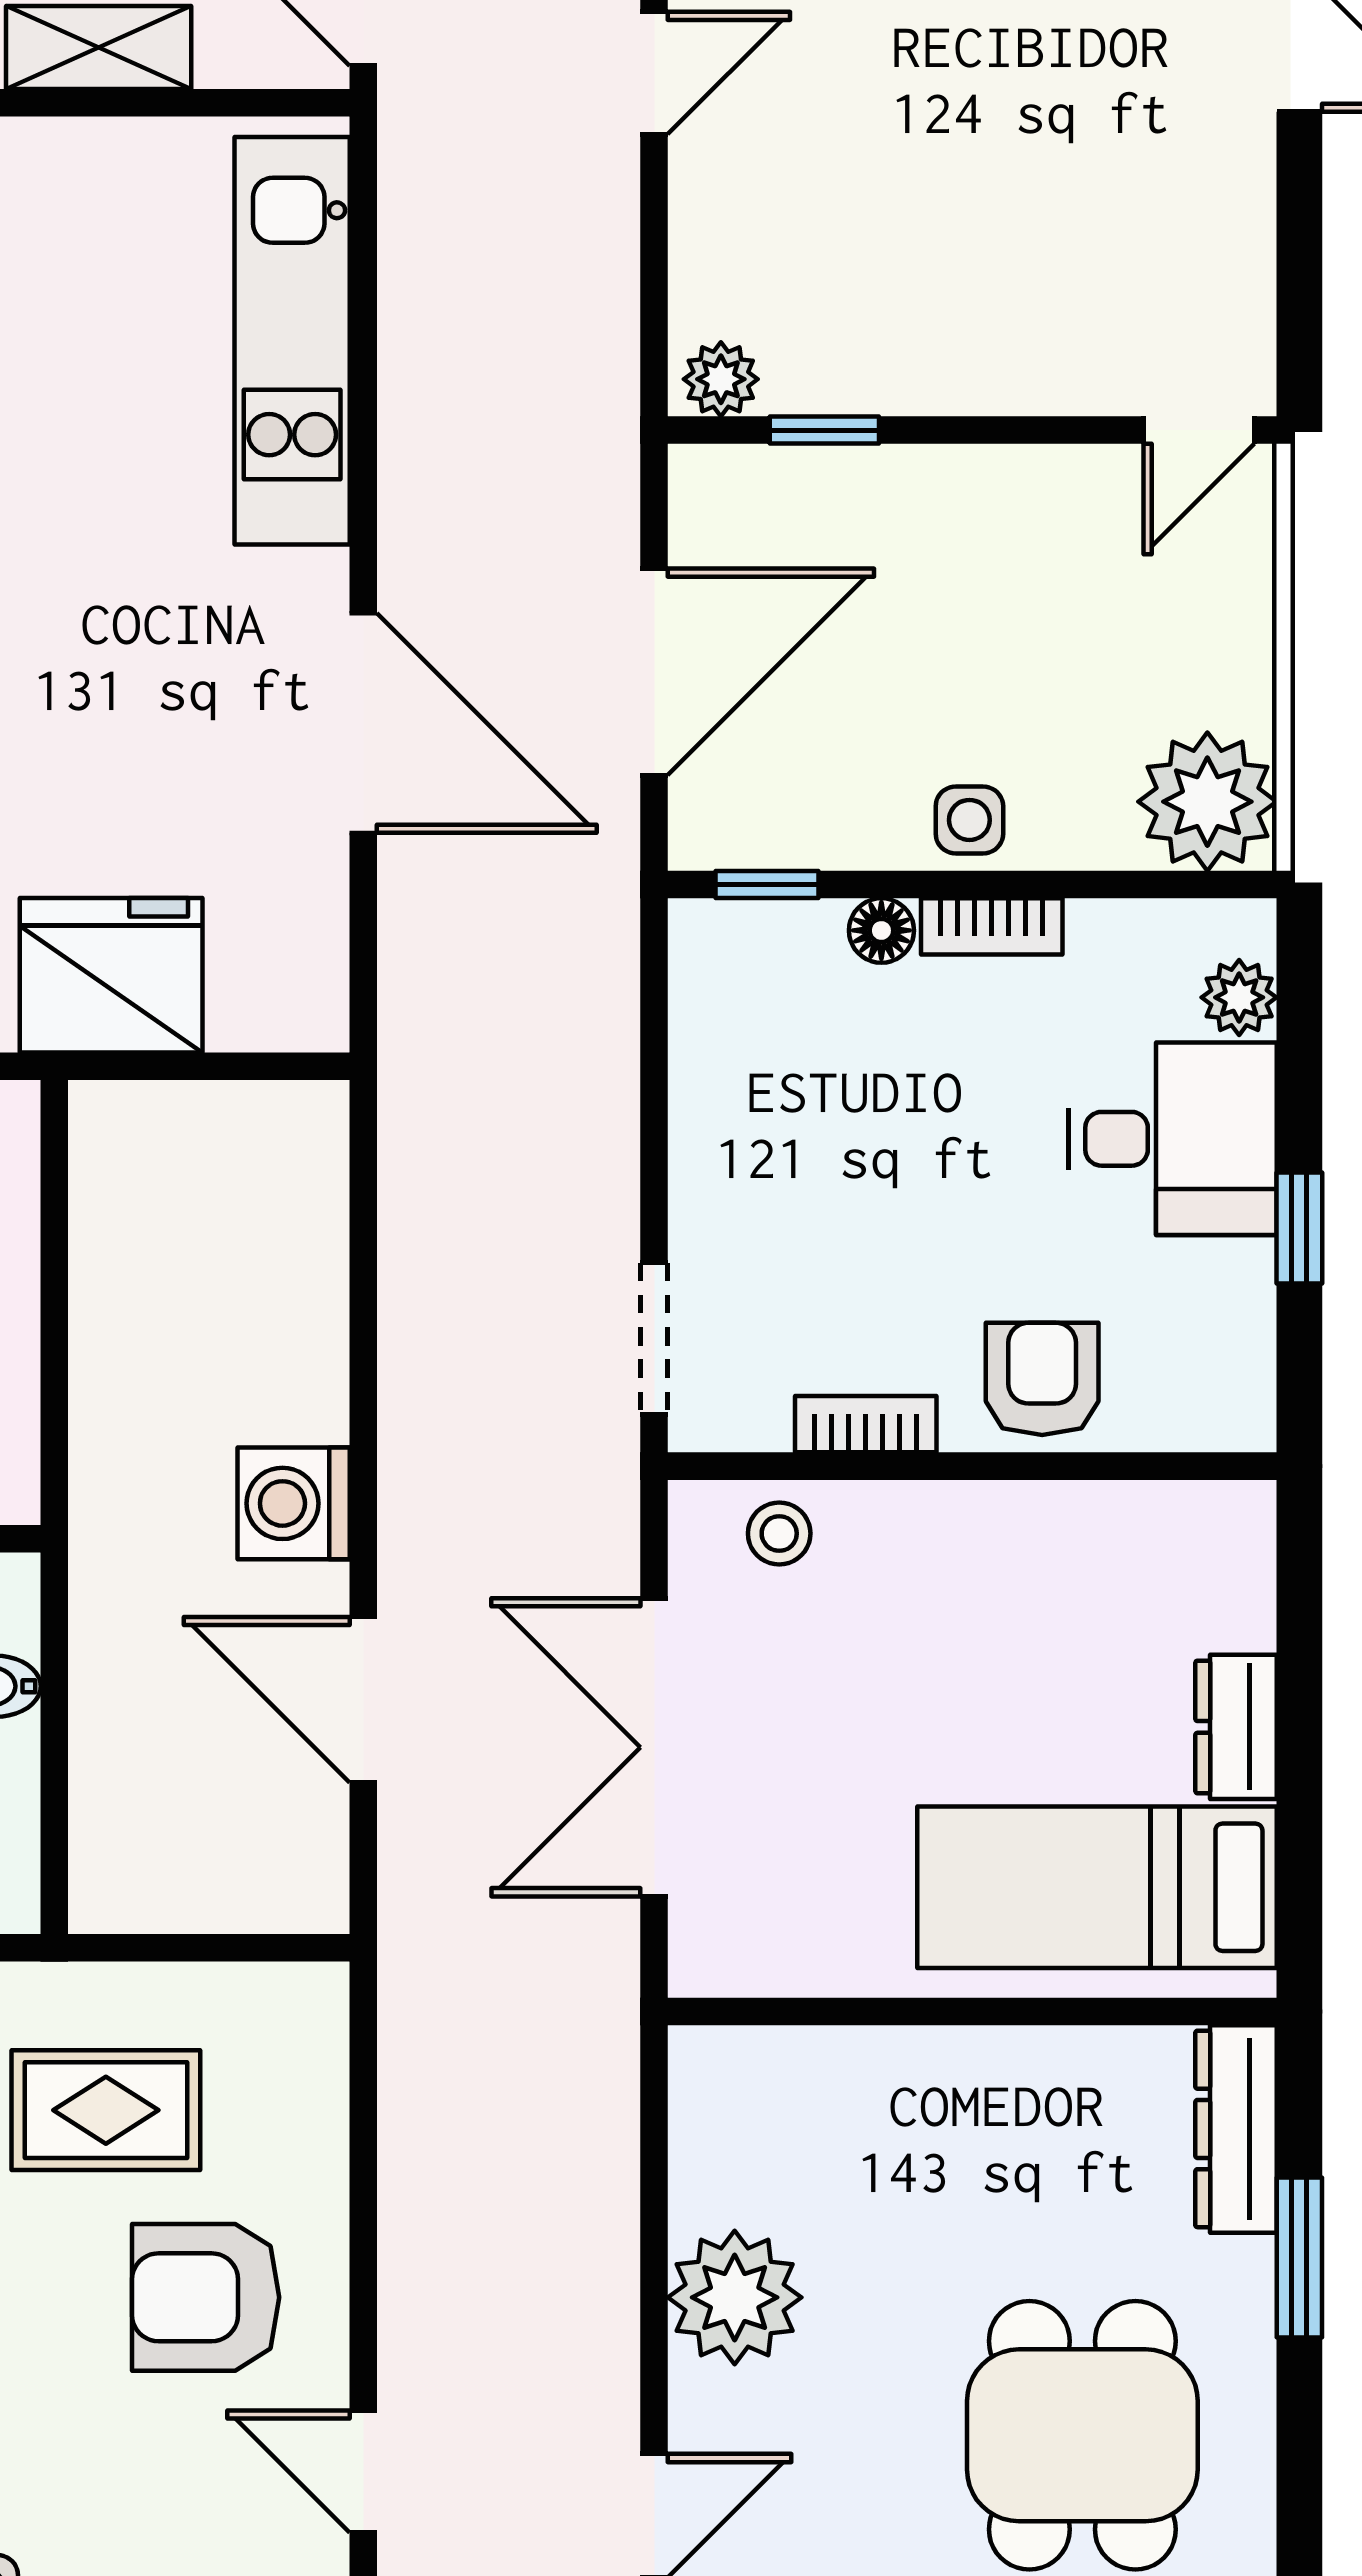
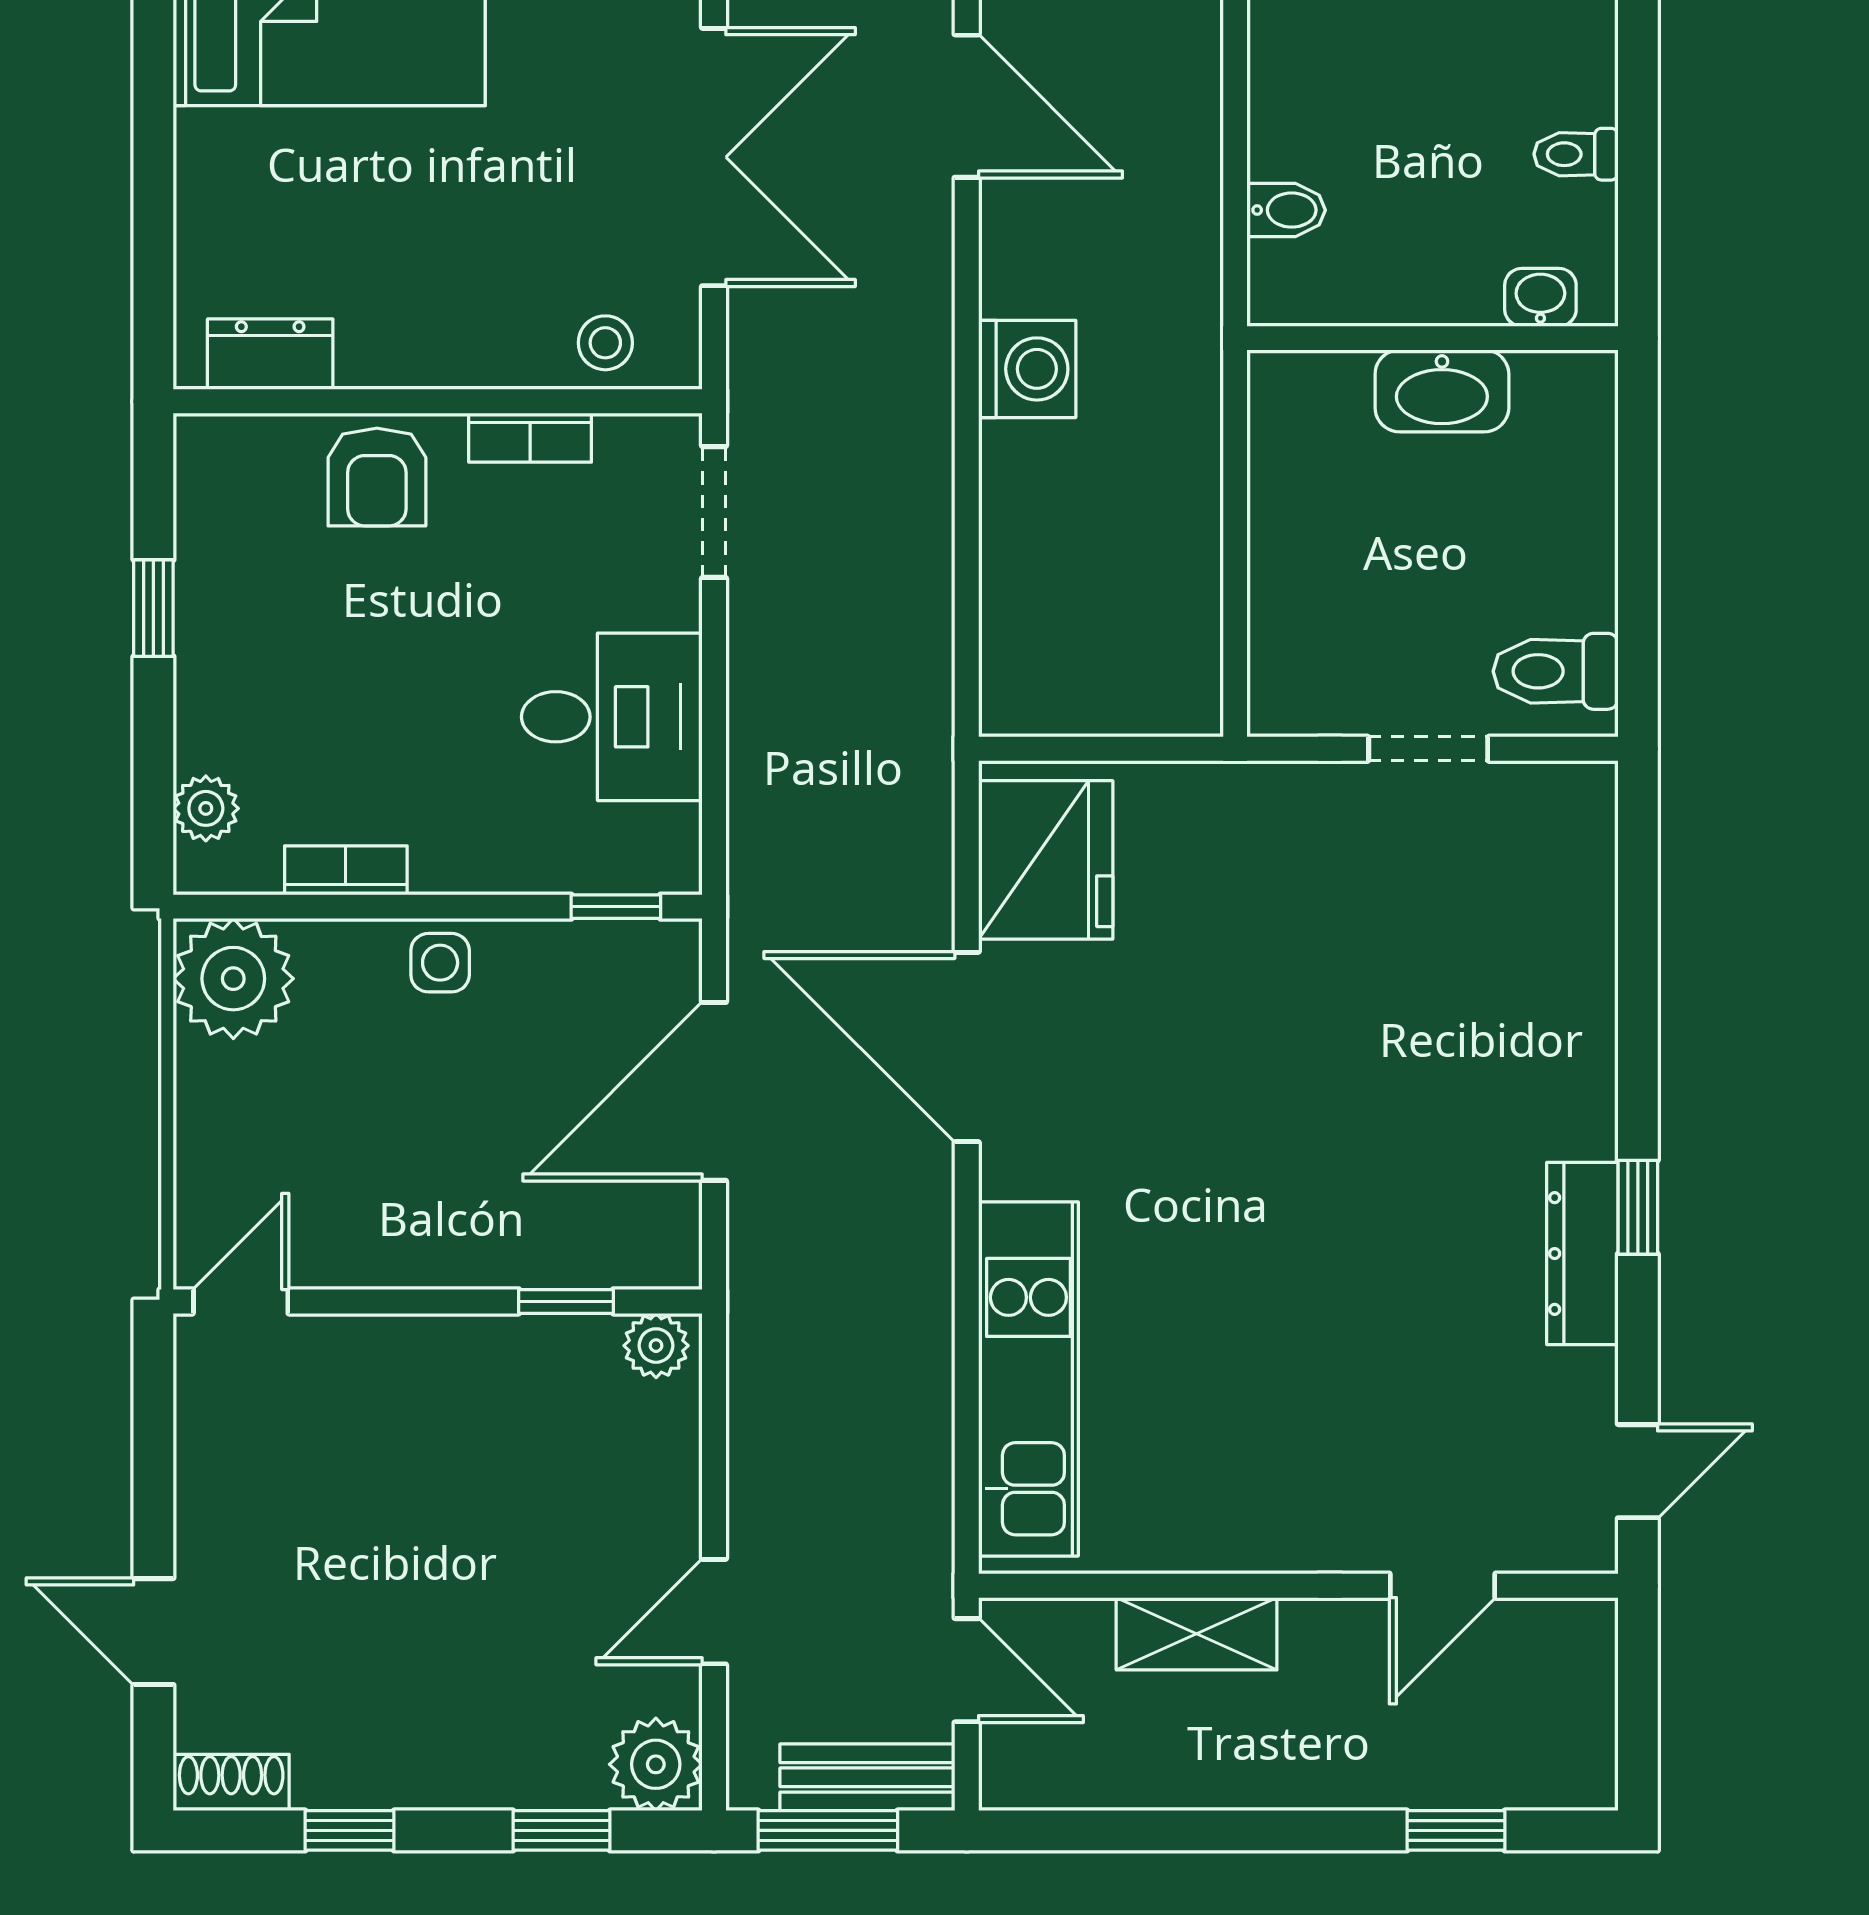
bookcase: (992, 926) -> (346, 870), moved
floor lamp: (881, 930) -> (516, 867), removed
fridge: (111, 975) -> (1046, 860), moved, turned -90
desk: (1173, 1139) -> (612, 717), moved, turned 180
door: (363, 1700) -> (967, 106), moved
dresser: (1236, 1727) -> (270, 354), moved, turned -90

